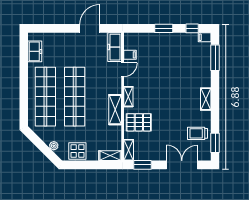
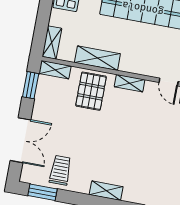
shelving: (115, 110) -> (97, 58), moved

